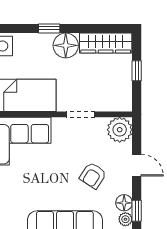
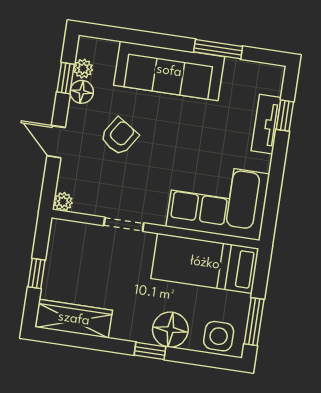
floor lamp: (66, 45) -> (170, 330), moved
plant: (120, 130) -> (63, 202), width x0.53, depth x0.53

